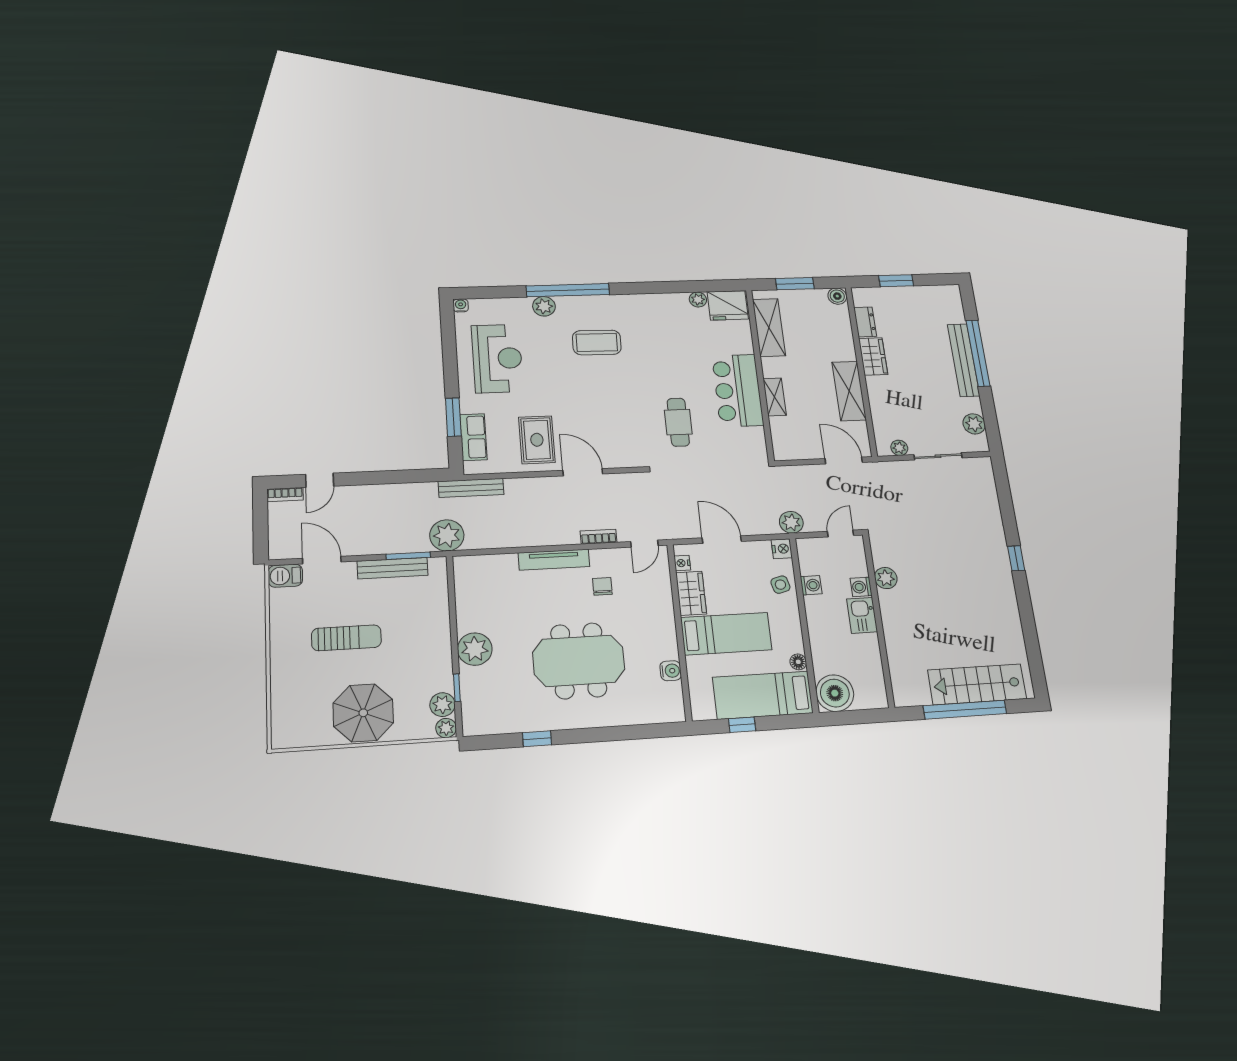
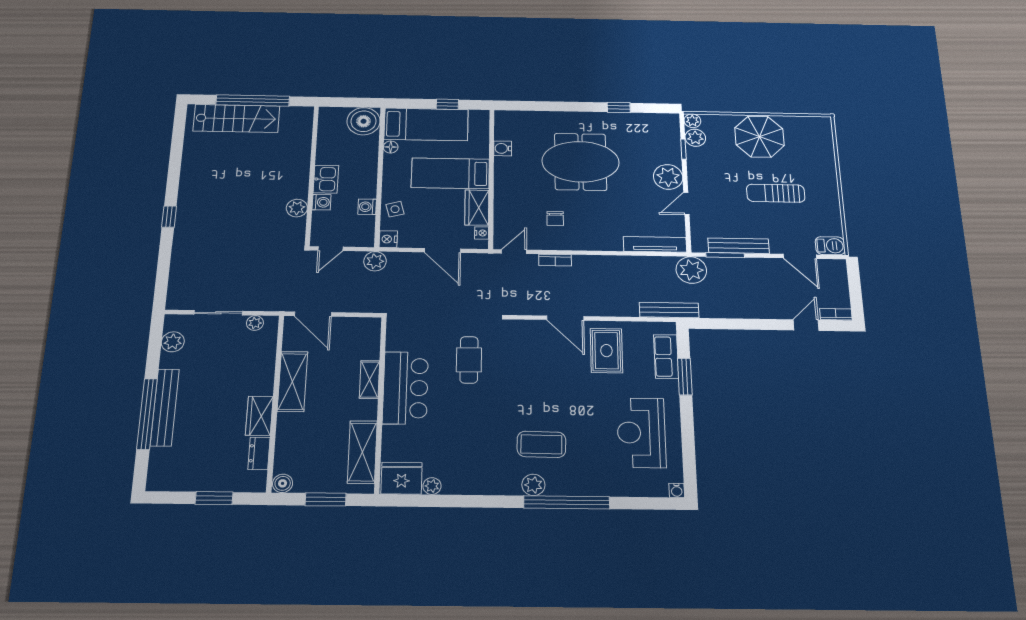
plant: (544, 306) -> (533, 485), moved
tv unit: (554, 560) -> (655, 244), moved
door: (453, 616) -> (686, 204), added

